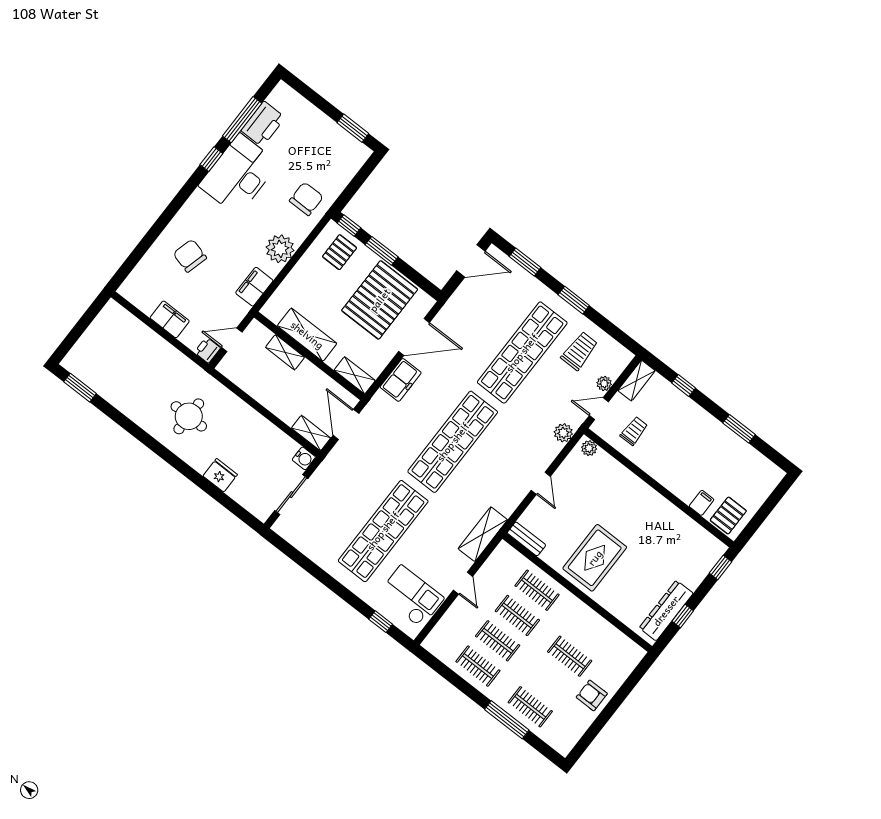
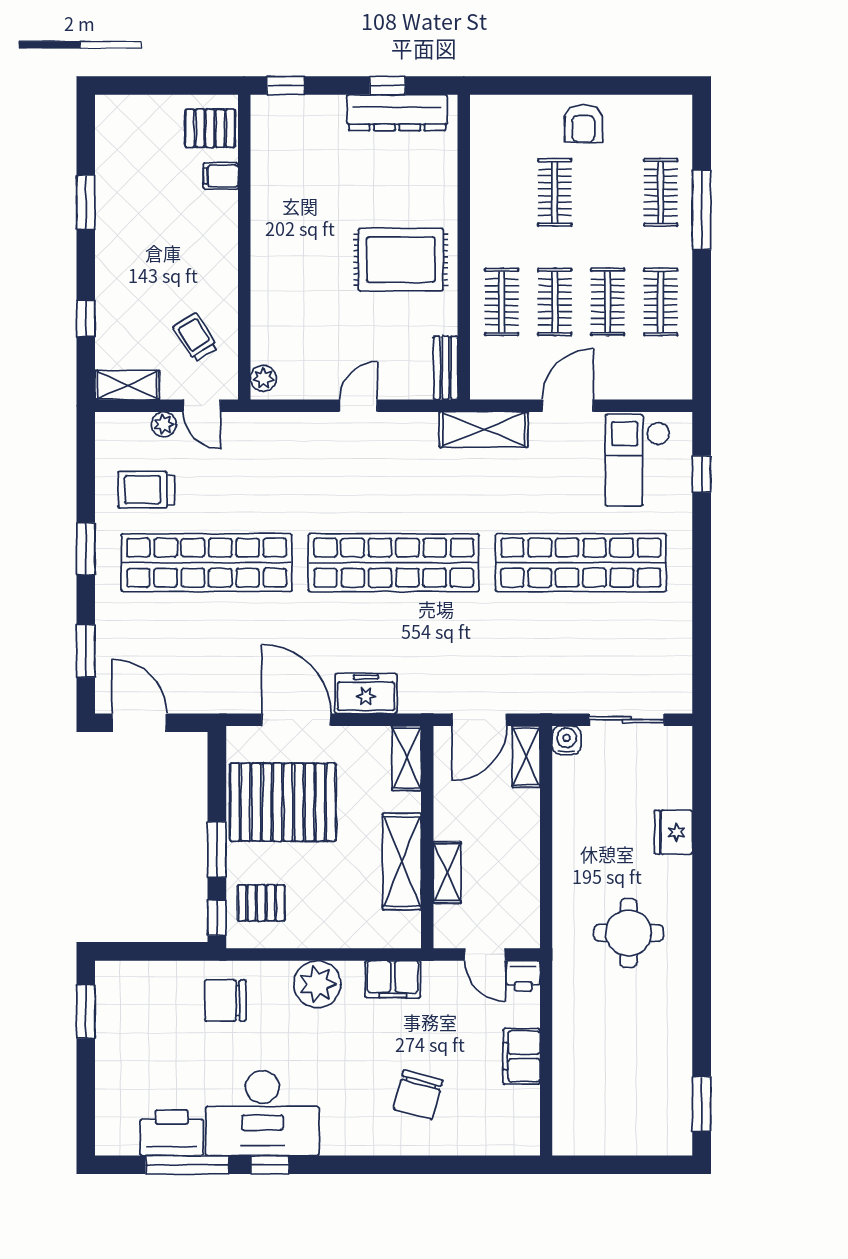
trolley: (634, 431) -> (195, 337), turned 58
plant: (563, 433) -> (270, 427), removed
door: (463, 583) -> (568, 406), width x1.38

